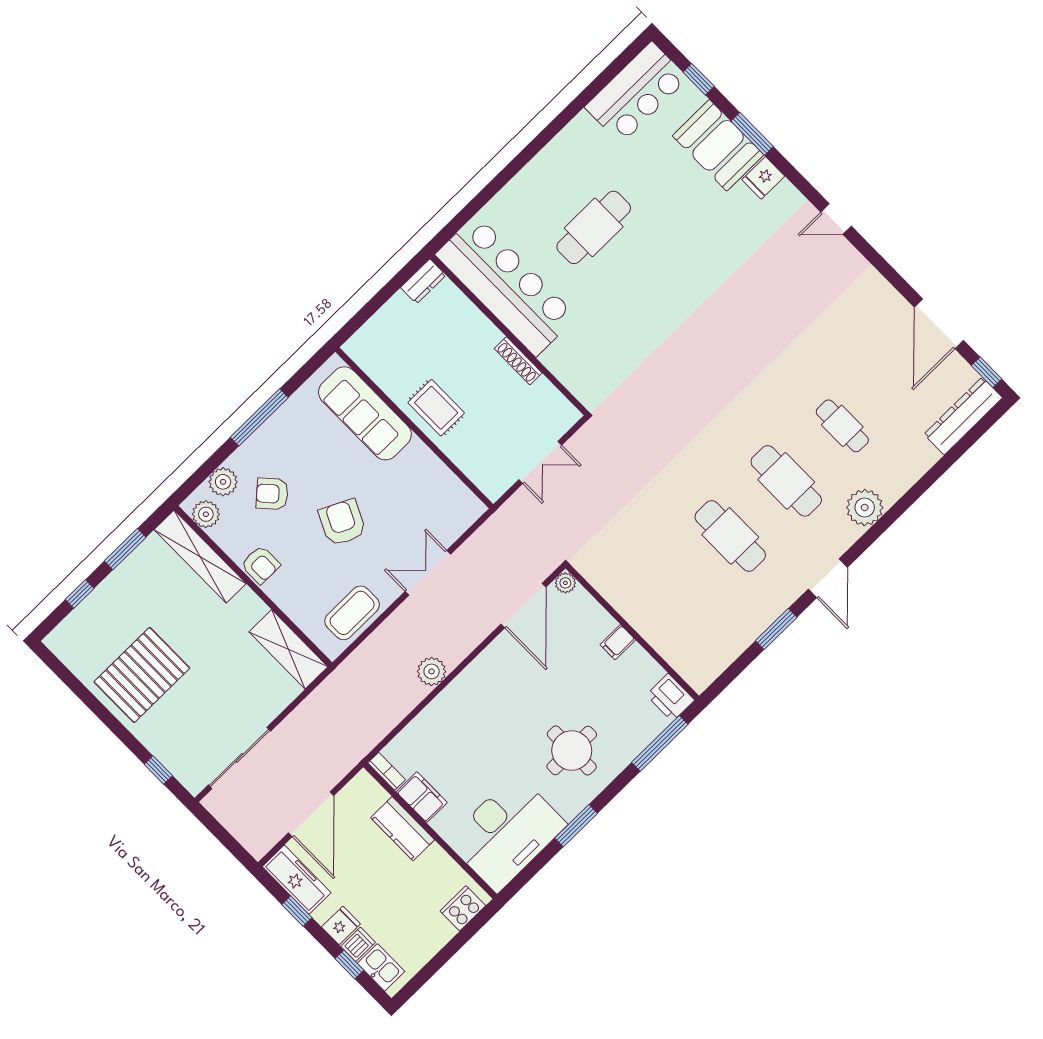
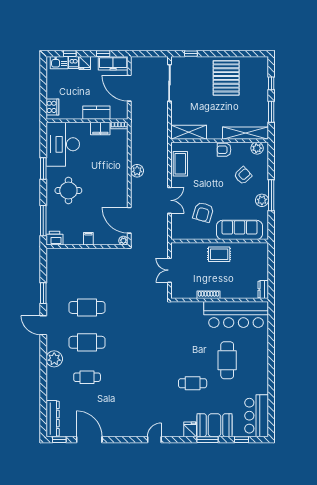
cafe table: (685, 247) -> (193, 383), added
plant: (223, 482) -> (262, 200), moved
armchair: (342, 522) -> (203, 212), moved, turned 80

